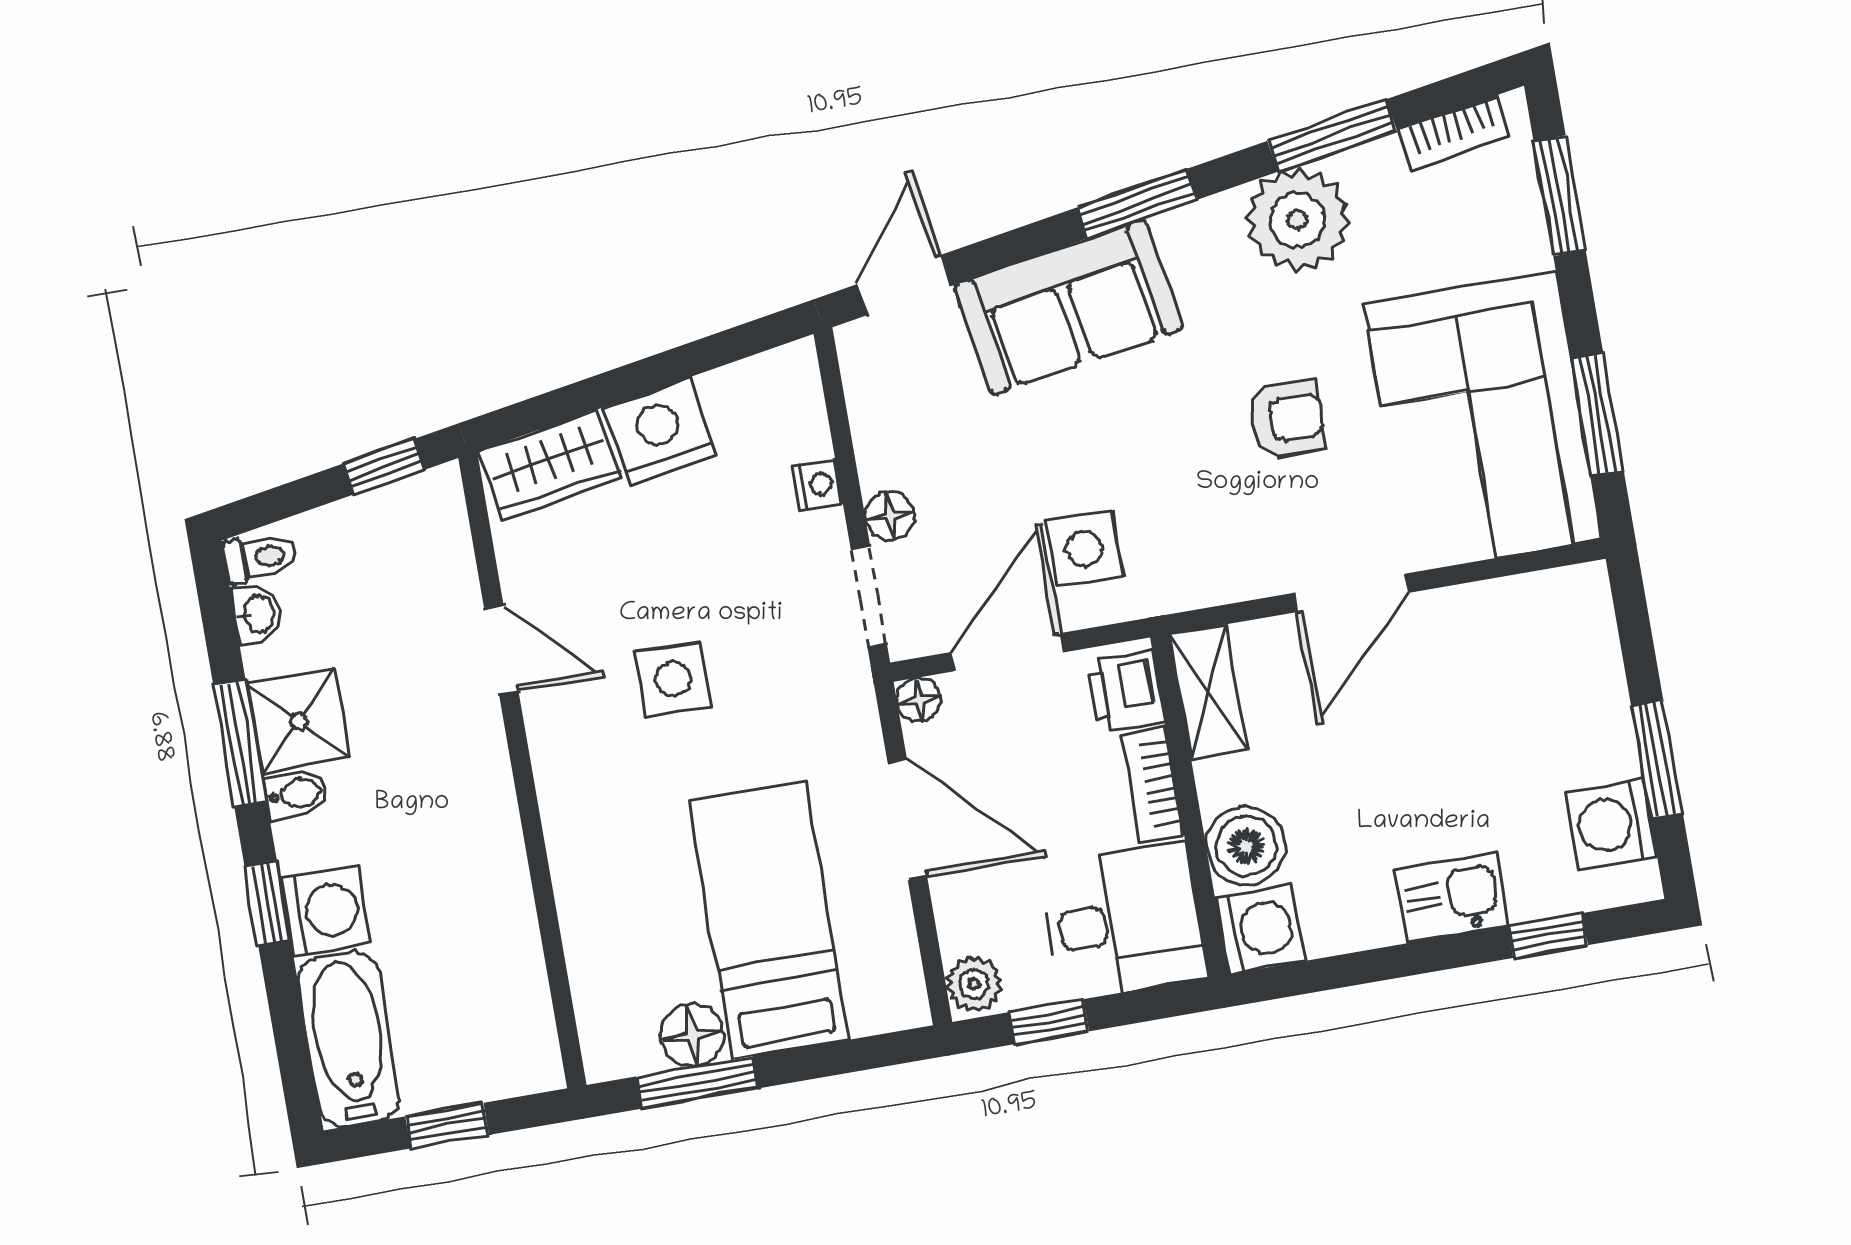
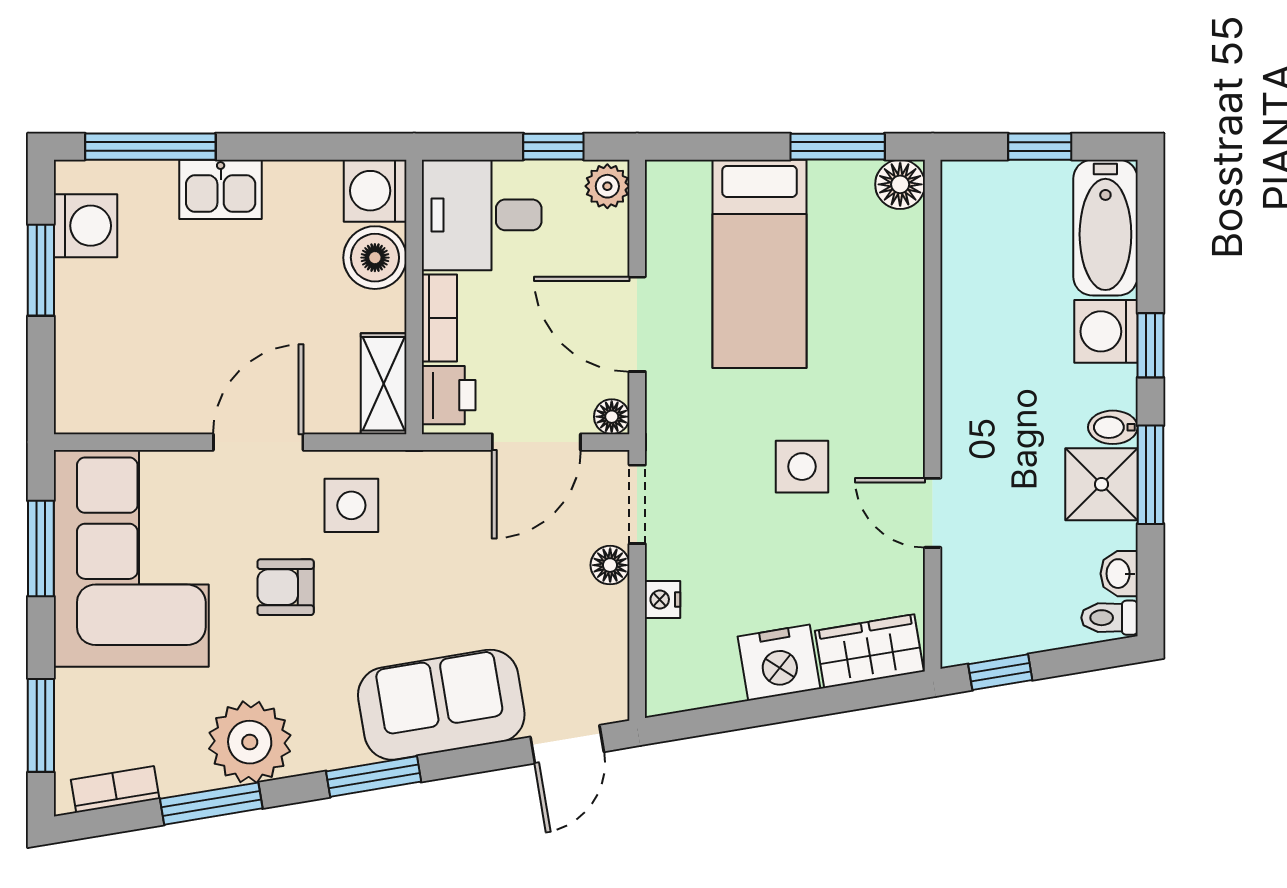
side table: (1084, 549) -> (351, 505), moved
window: (1548, 936) -> (150, 147), width x2.17
floor lamp: (692, 1035) -> (900, 184), moved

